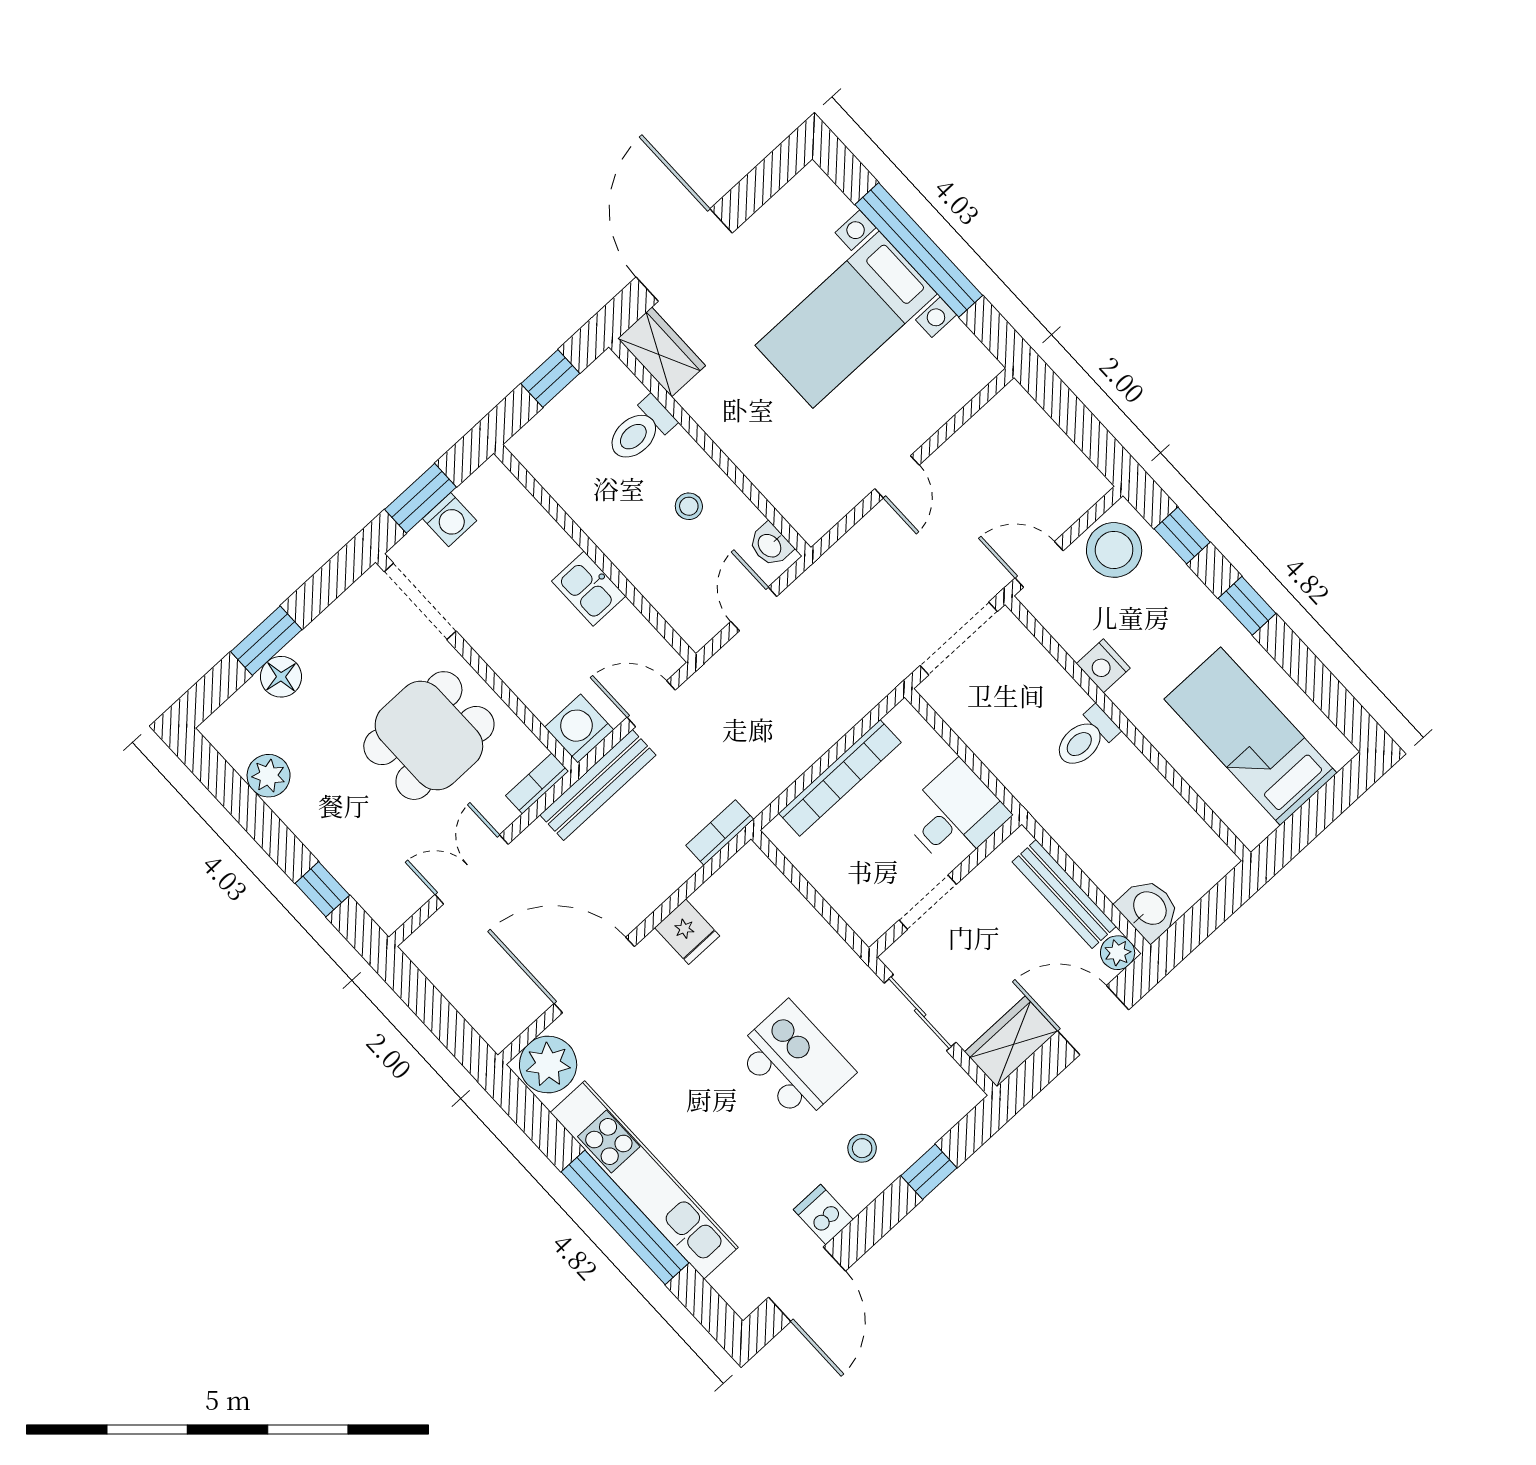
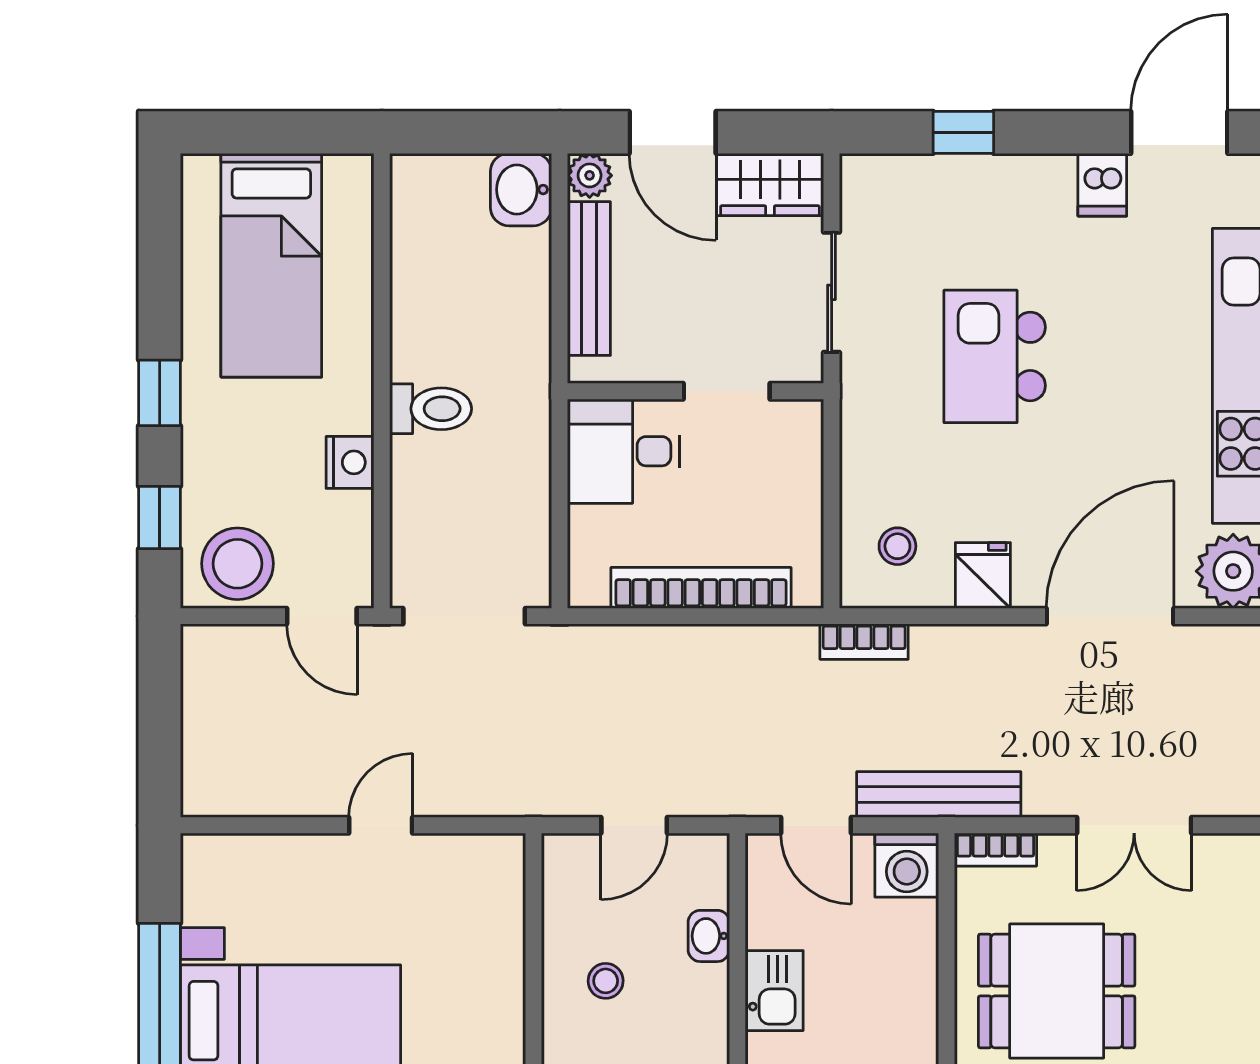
washbasin: (770, 545) -> (709, 936), moved, turned 180
door: (594, 975) -> (1110, 616), swing flipped
stool: (862, 1148) -> (897, 546), moved

